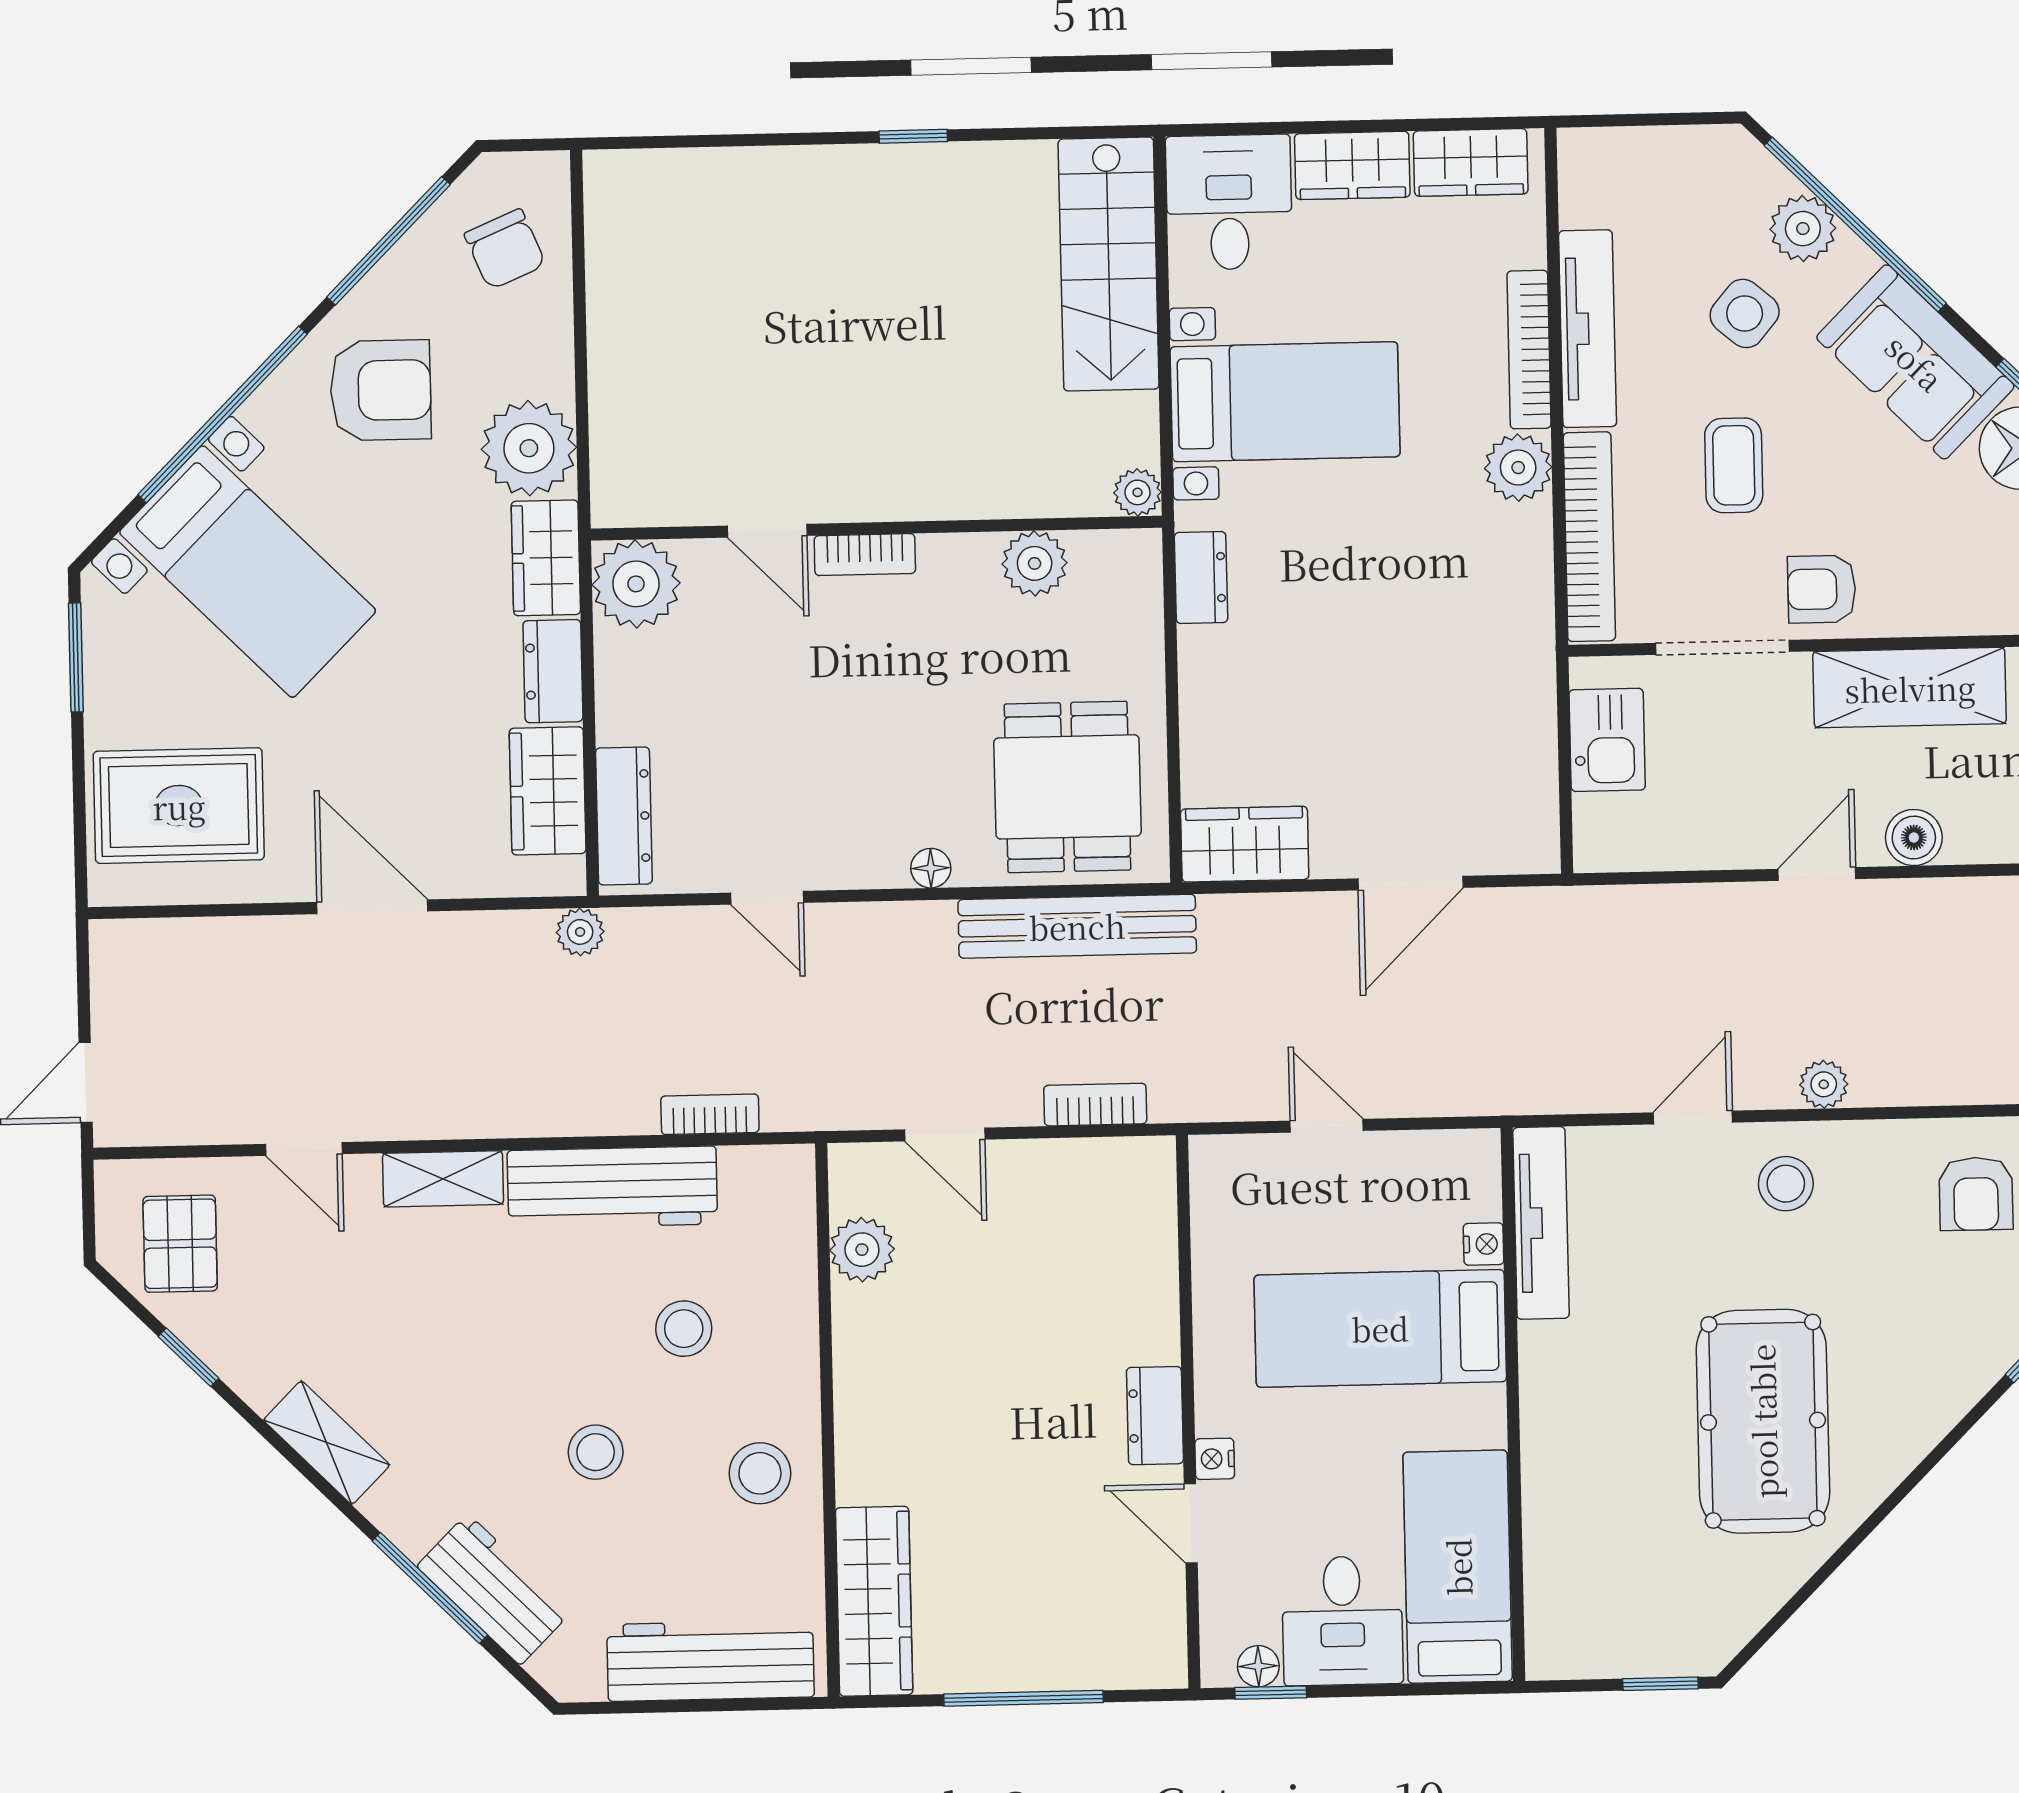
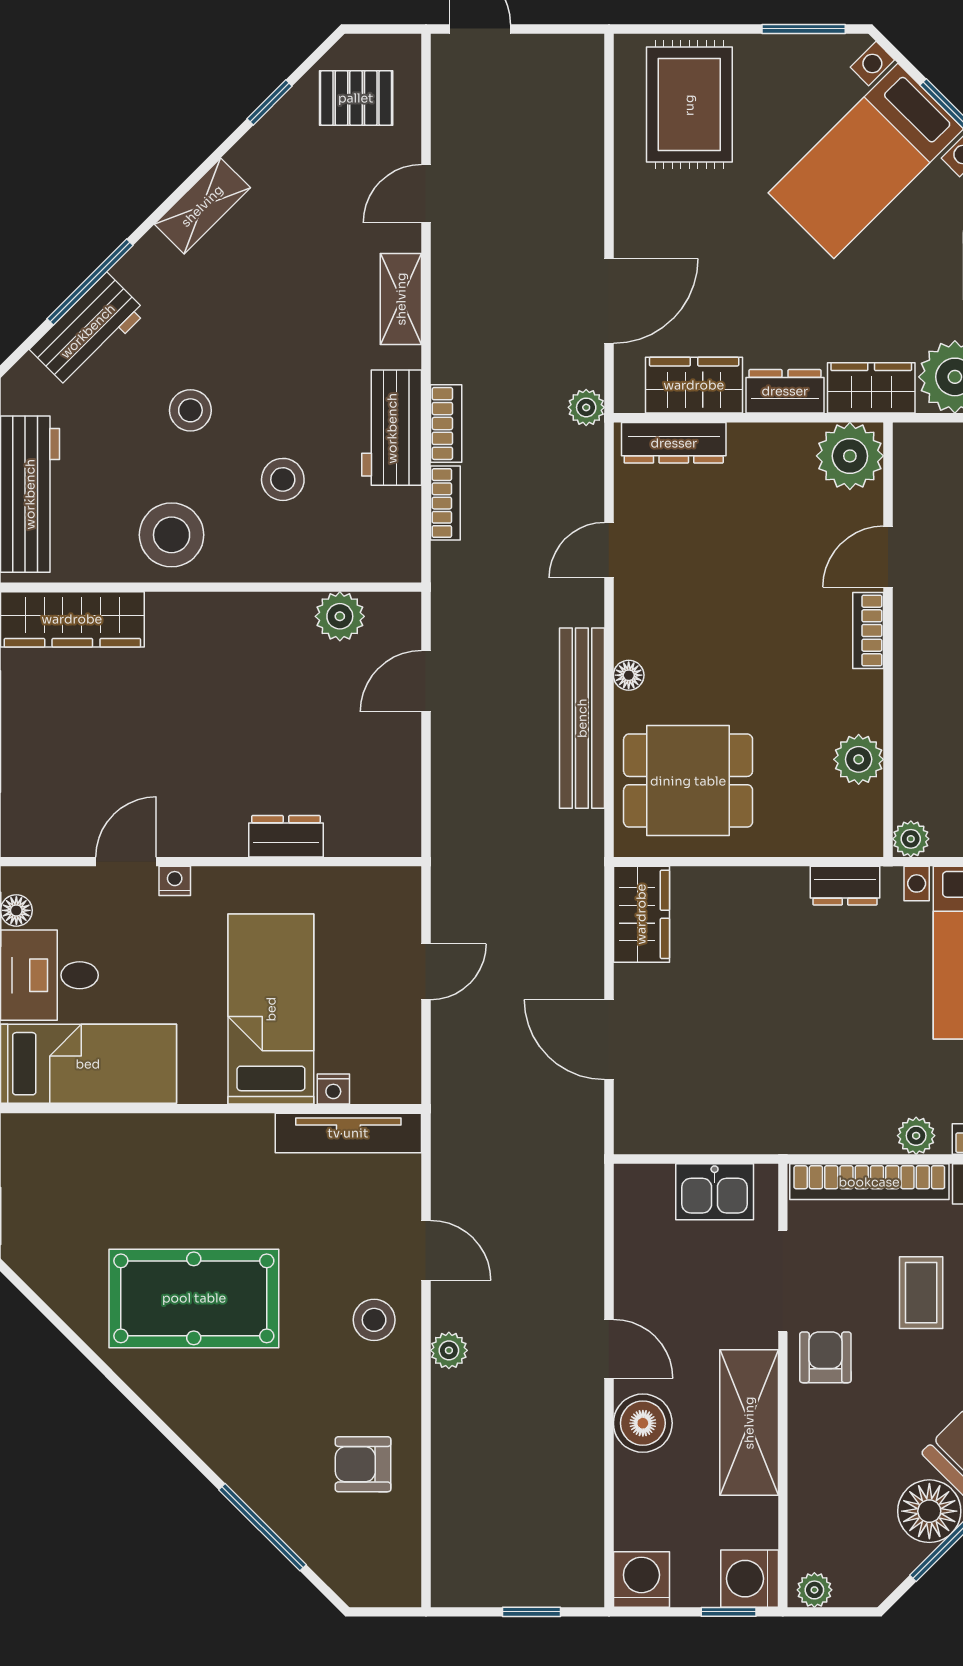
coffee table: (1734, 465) -> (921, 1293), turned 90
plant: (1518, 468) -> (916, 1136), width x0.73, depth x0.73
boiler: (1914, 837) -> (643, 1423), width x1.36, depth x1.36
door: (372, 907) -> (609, 301), moved
bench: (1077, 926) -> (582, 718), moved
bookcase: (1095, 1105) -> (446, 423), moved
workbench: (612, 1187) -> (392, 428), width x0.73
dresser: (1155, 1416) -> (286, 836), moved
stool: (760, 1473) -> (172, 535), width x1.38, depth x1.38

